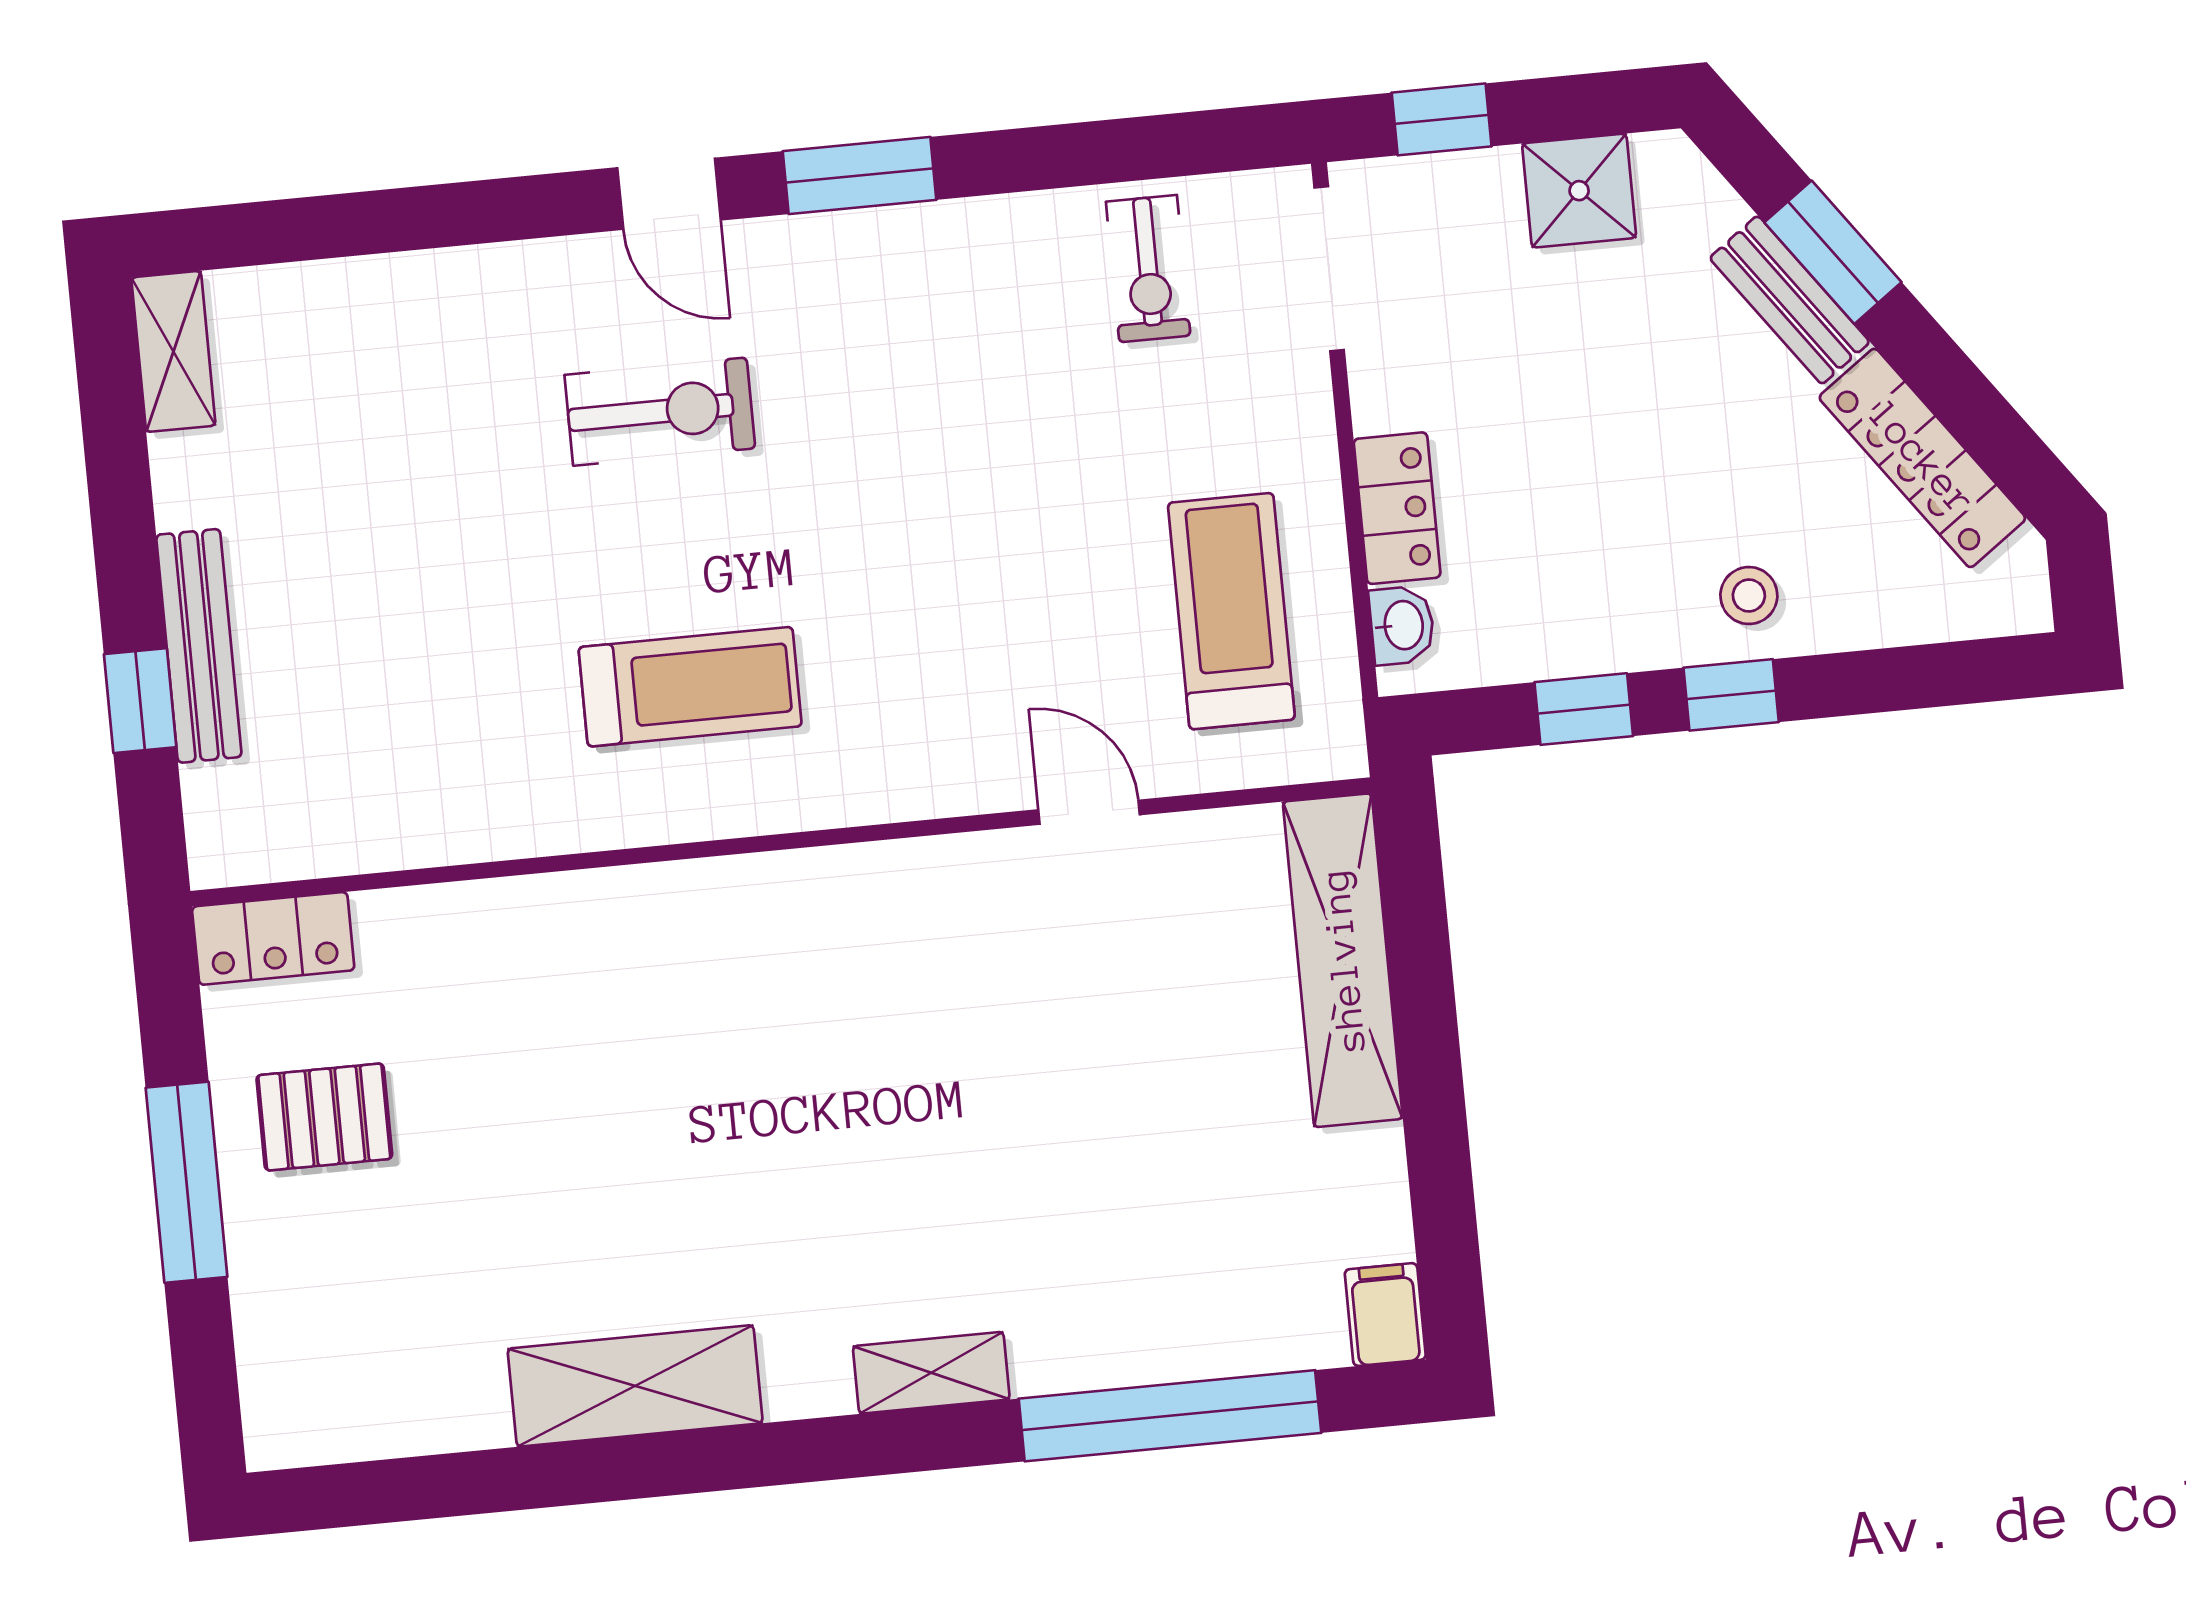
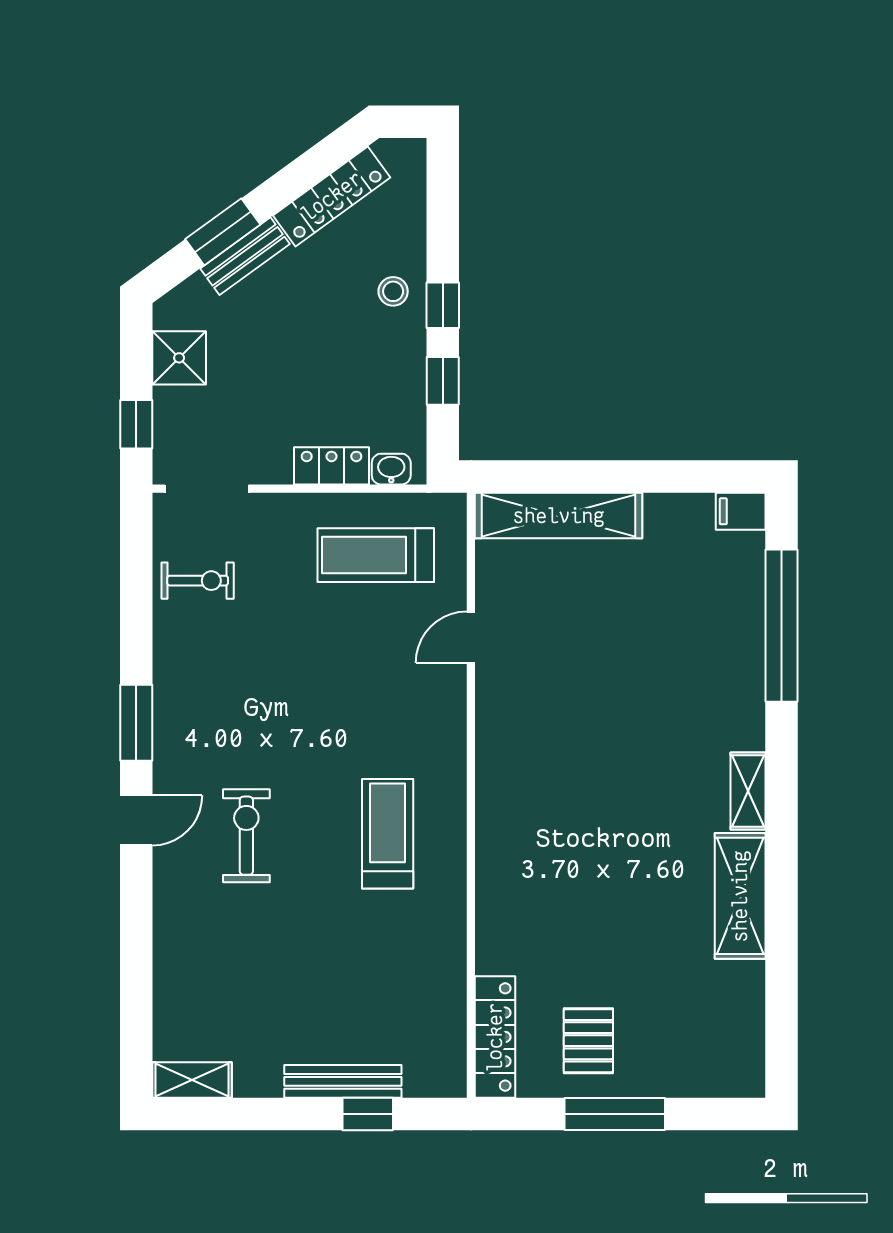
locker: (273, 938) -> (495, 1037), width x1.53
shelving: (931, 1373) -> (748, 791), moved

